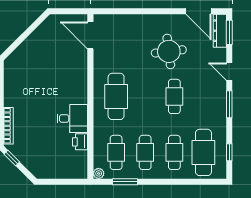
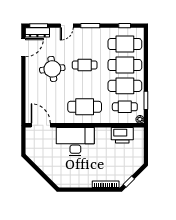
door: (90, 35) -> (41, 125), swing flipped
desk: (72, 118) -> (75, 141), moved, width x1.87, depth x1.30
printer: (80, 142) -> (122, 135), width x1.87, depth x1.48
cafe table: (145, 152) -> (125, 86), width x1.37, depth x1.35
cafe table: (174, 152) -> (125, 65), width x1.37, depth x1.35

